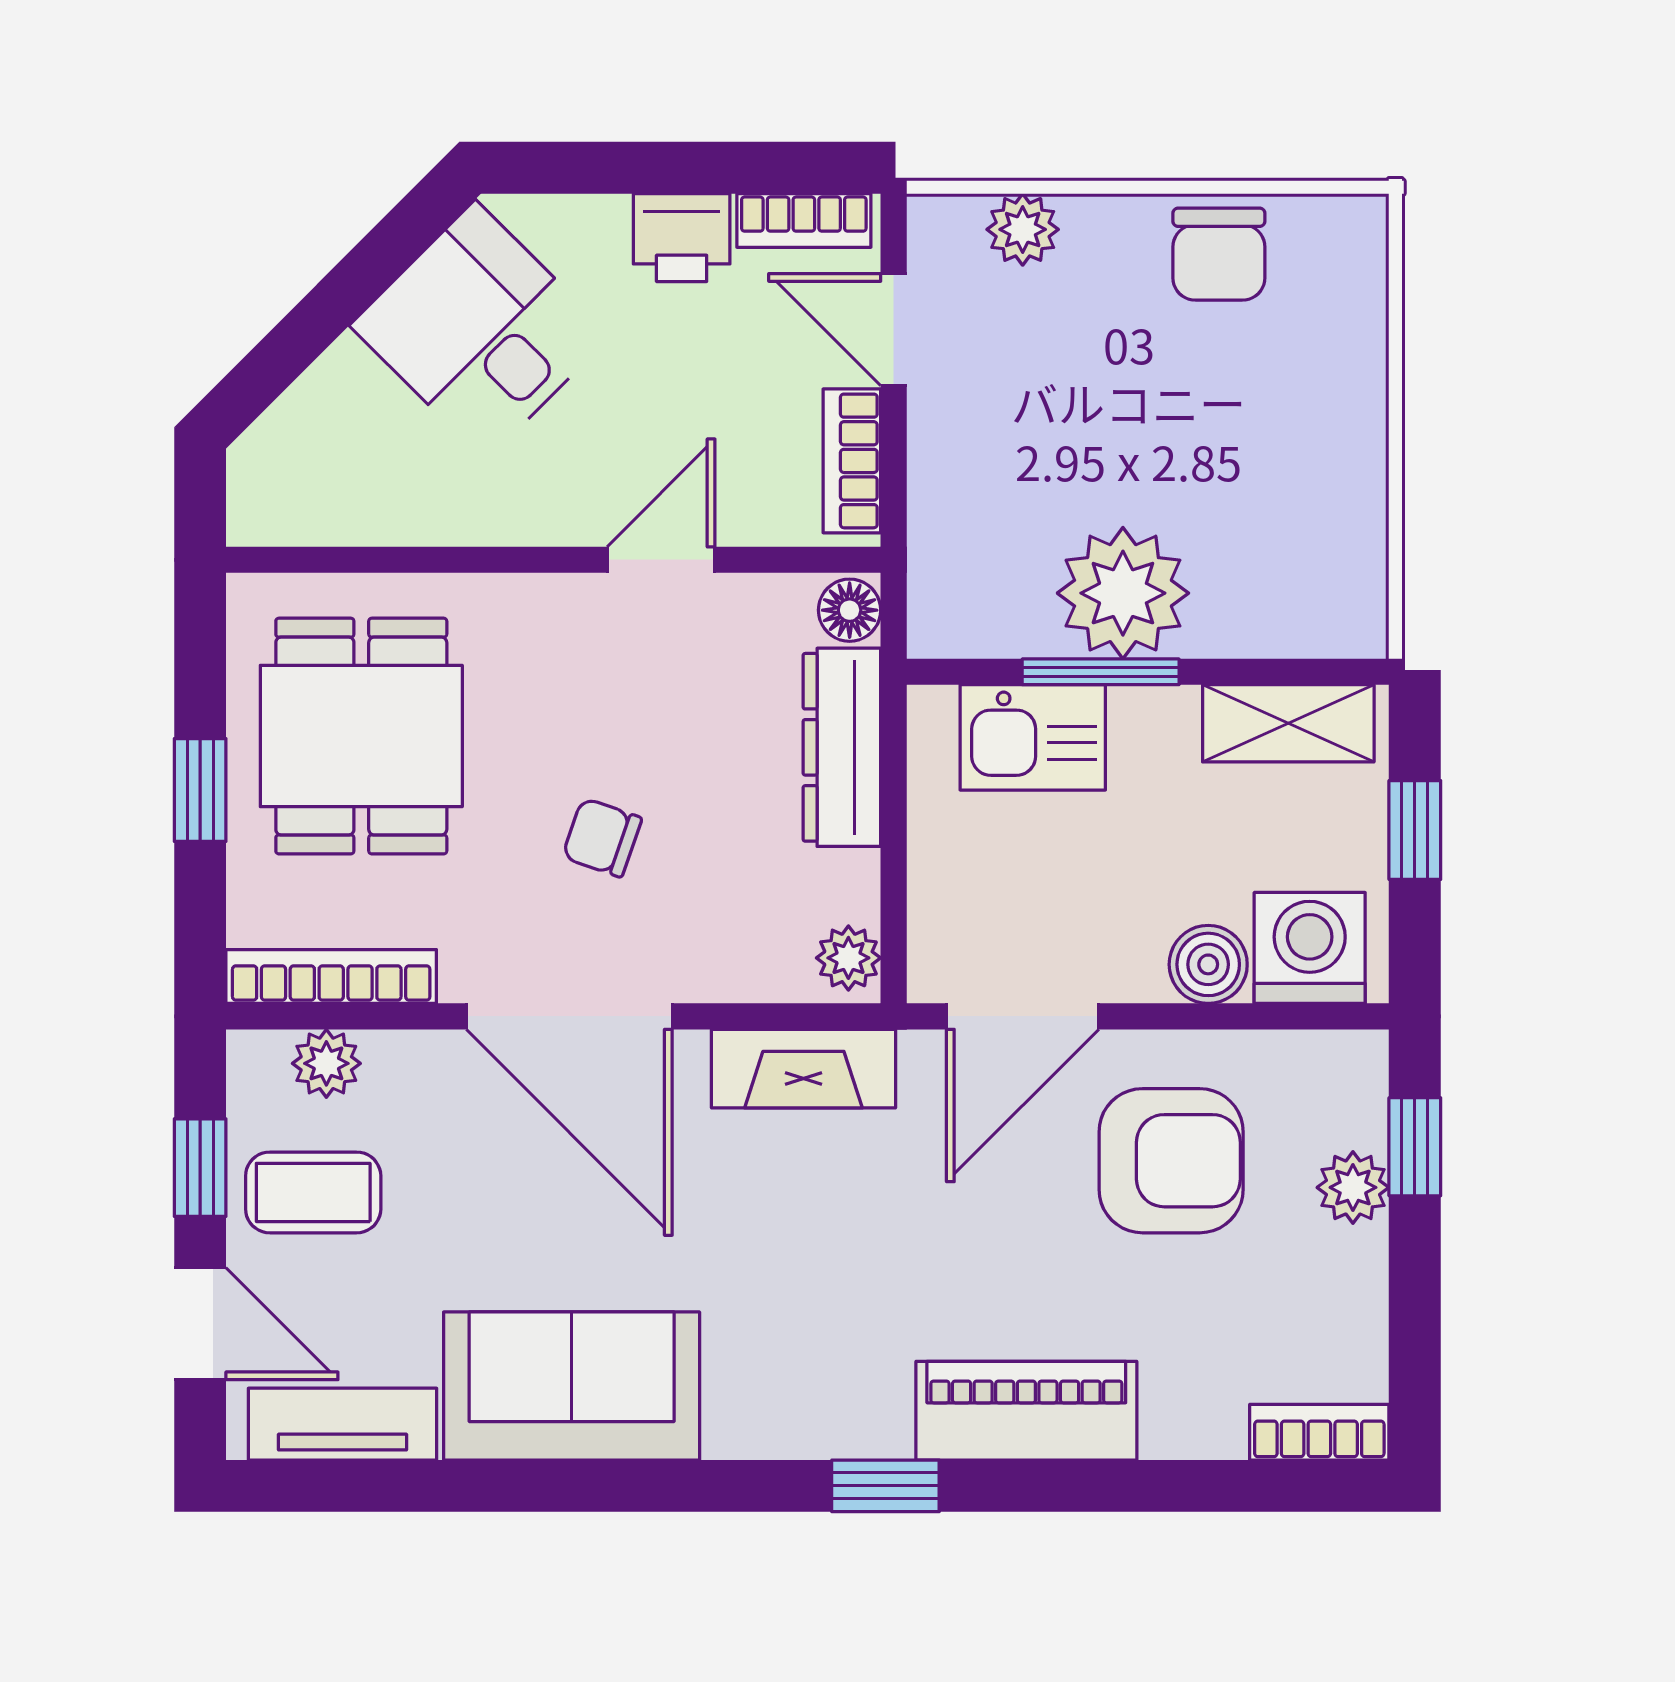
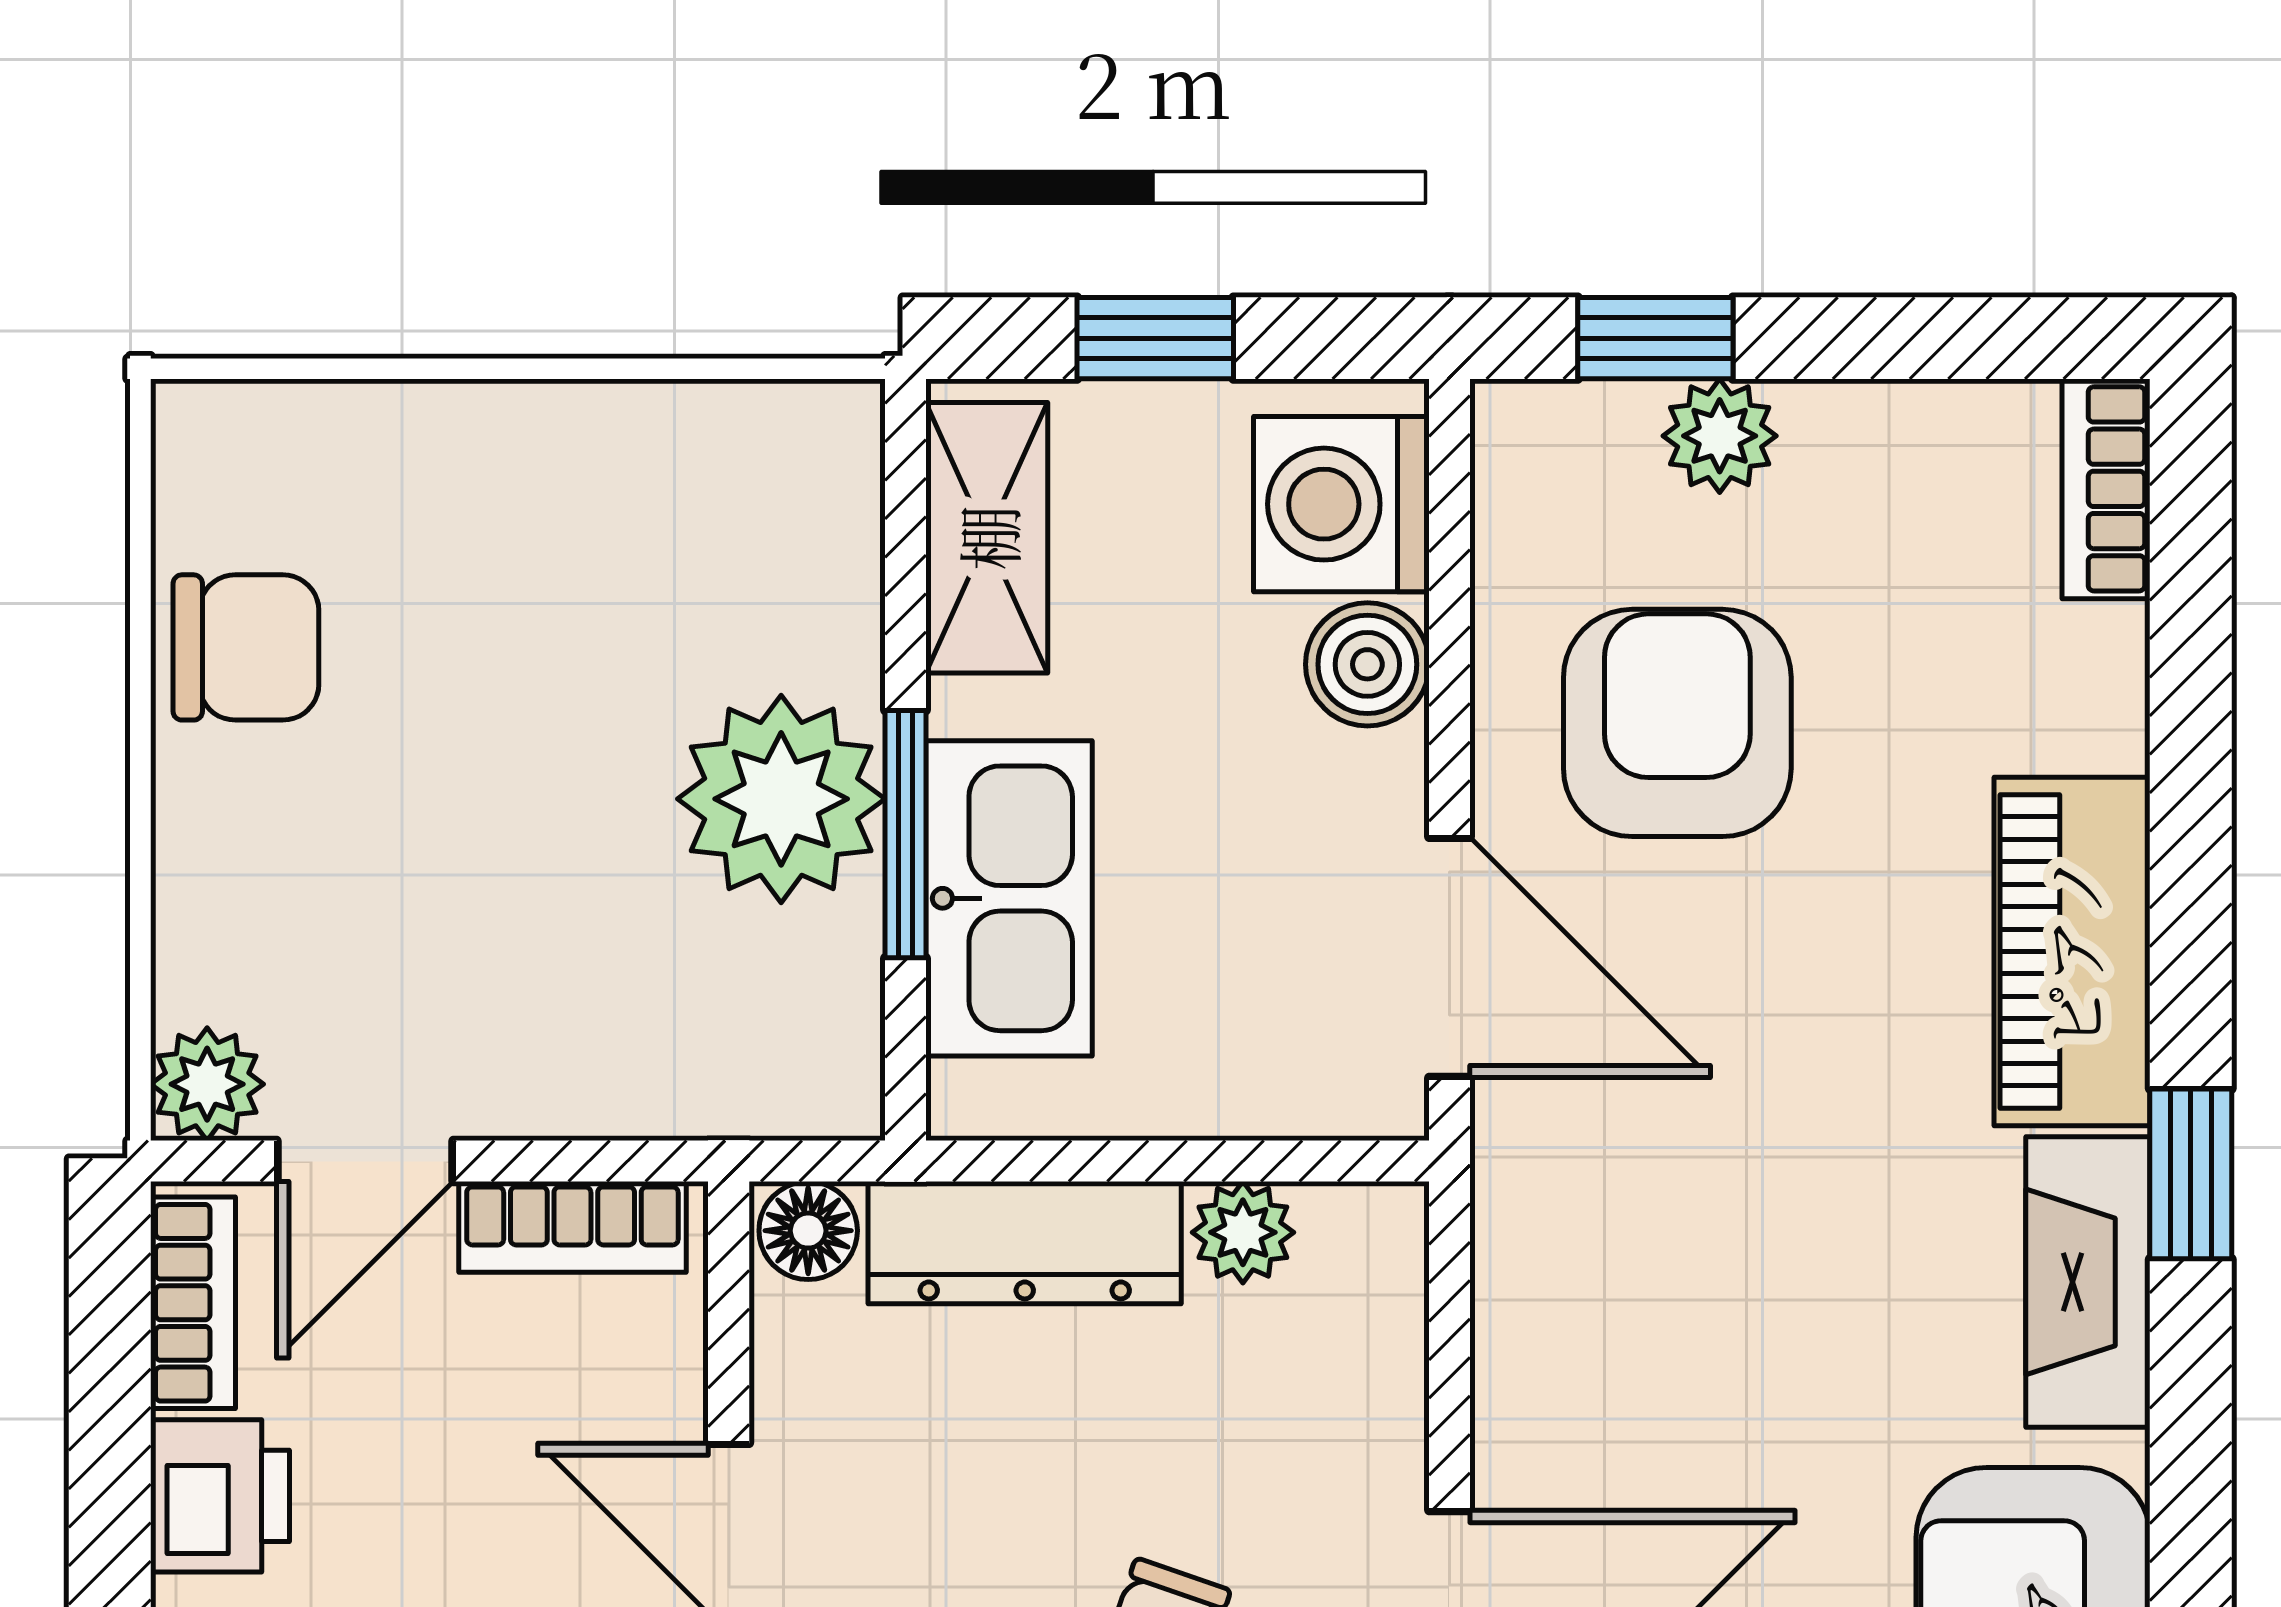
plant: (1023, 229) -> (207, 1084), moved
kitchen sink: (1033, 737) -> (1009, 898), width x1.38
plant: (848, 958) -> (1243, 1232), moved
fireplace: (803, 1069) -> (2088, 1282), moved, turned 180

